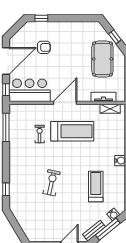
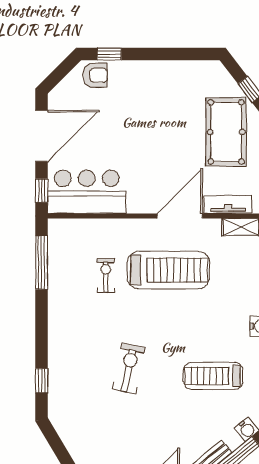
armchair: (44, 47) -> (95, 75), moved
door: (65, 103) -> (180, 216), moved
treadmill: (96, 187) -> (213, 376), turned -90

